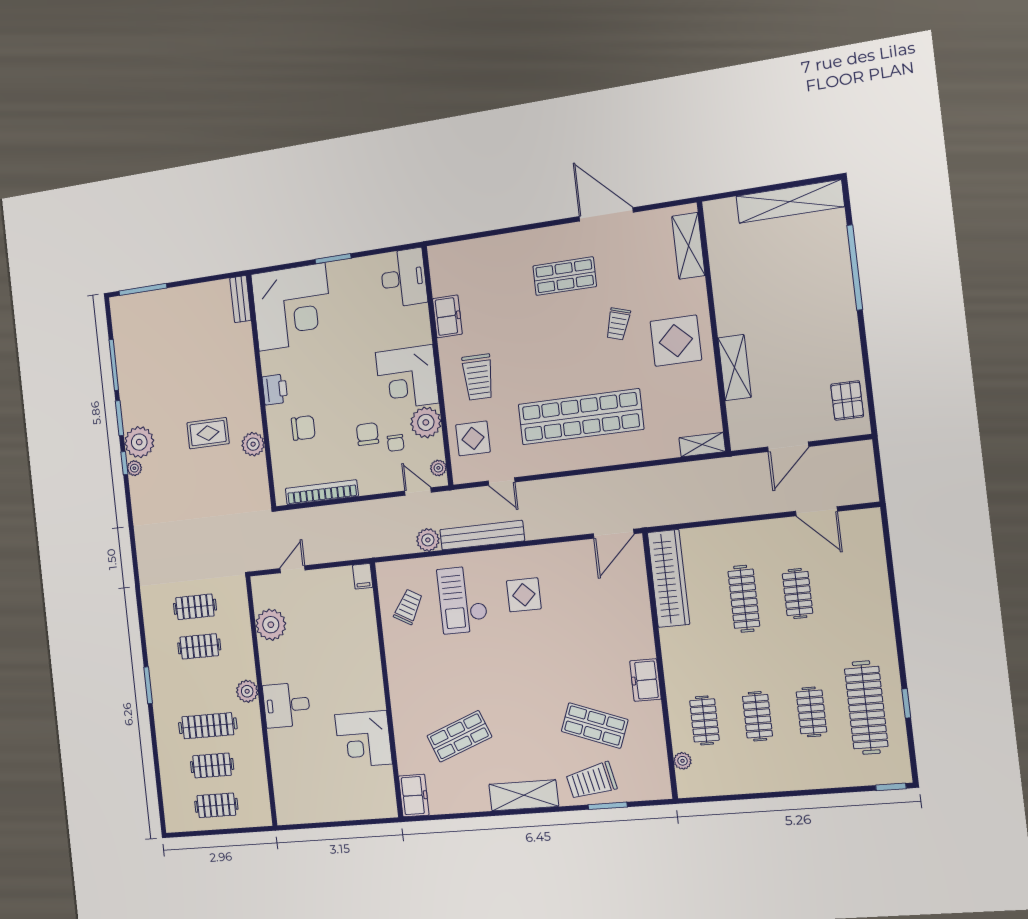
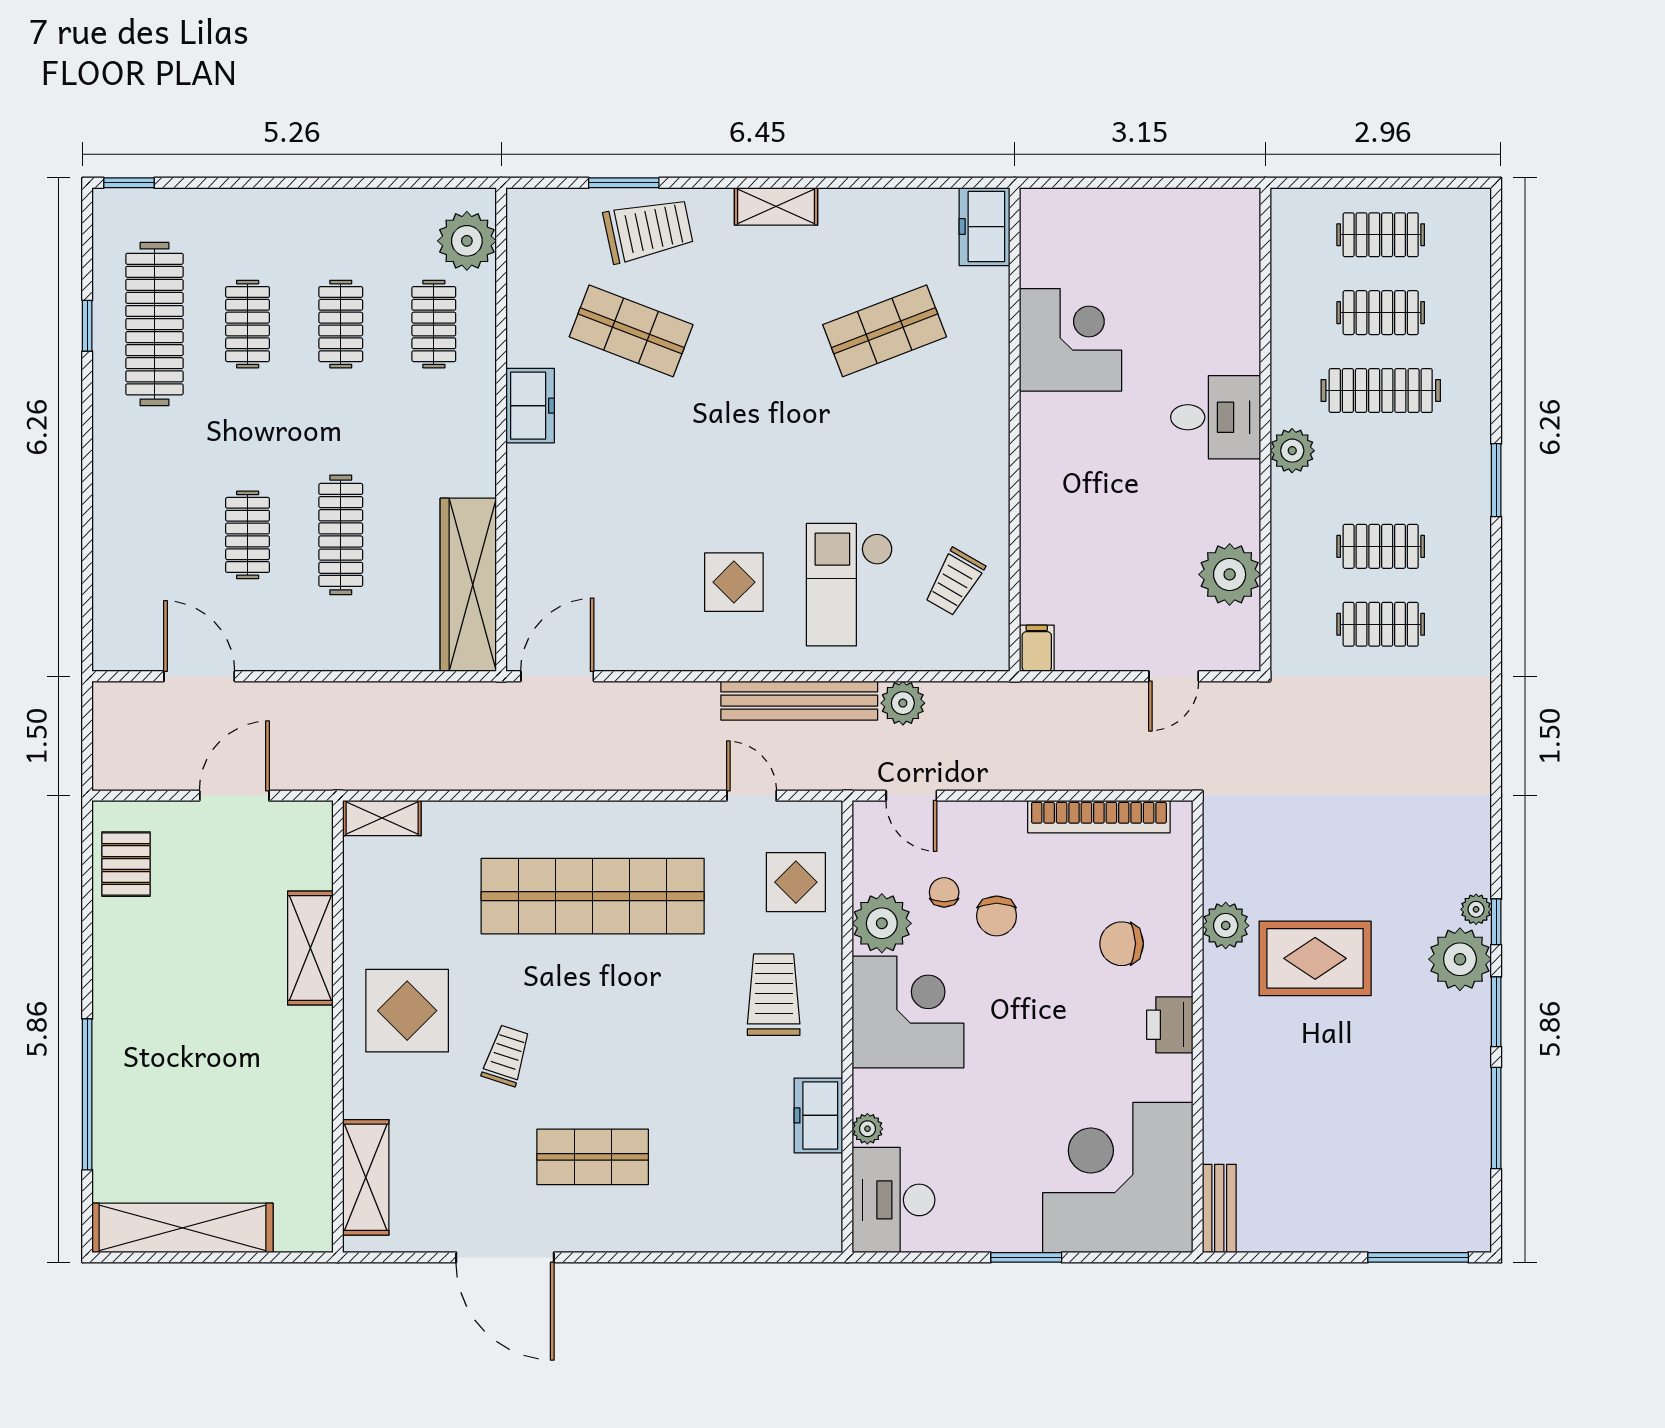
rug: (208, 433) -> (1315, 958), width x1.36, depth x1.43
plant: (438, 468) -> (867, 1129), moved
checkout: (463, 600) -> (850, 585), turned 180
plant: (683, 761) -> (467, 241), width x1.88, depth x1.88
shelving: (524, 795) -> (776, 206), width x0.67, depth x0.75

